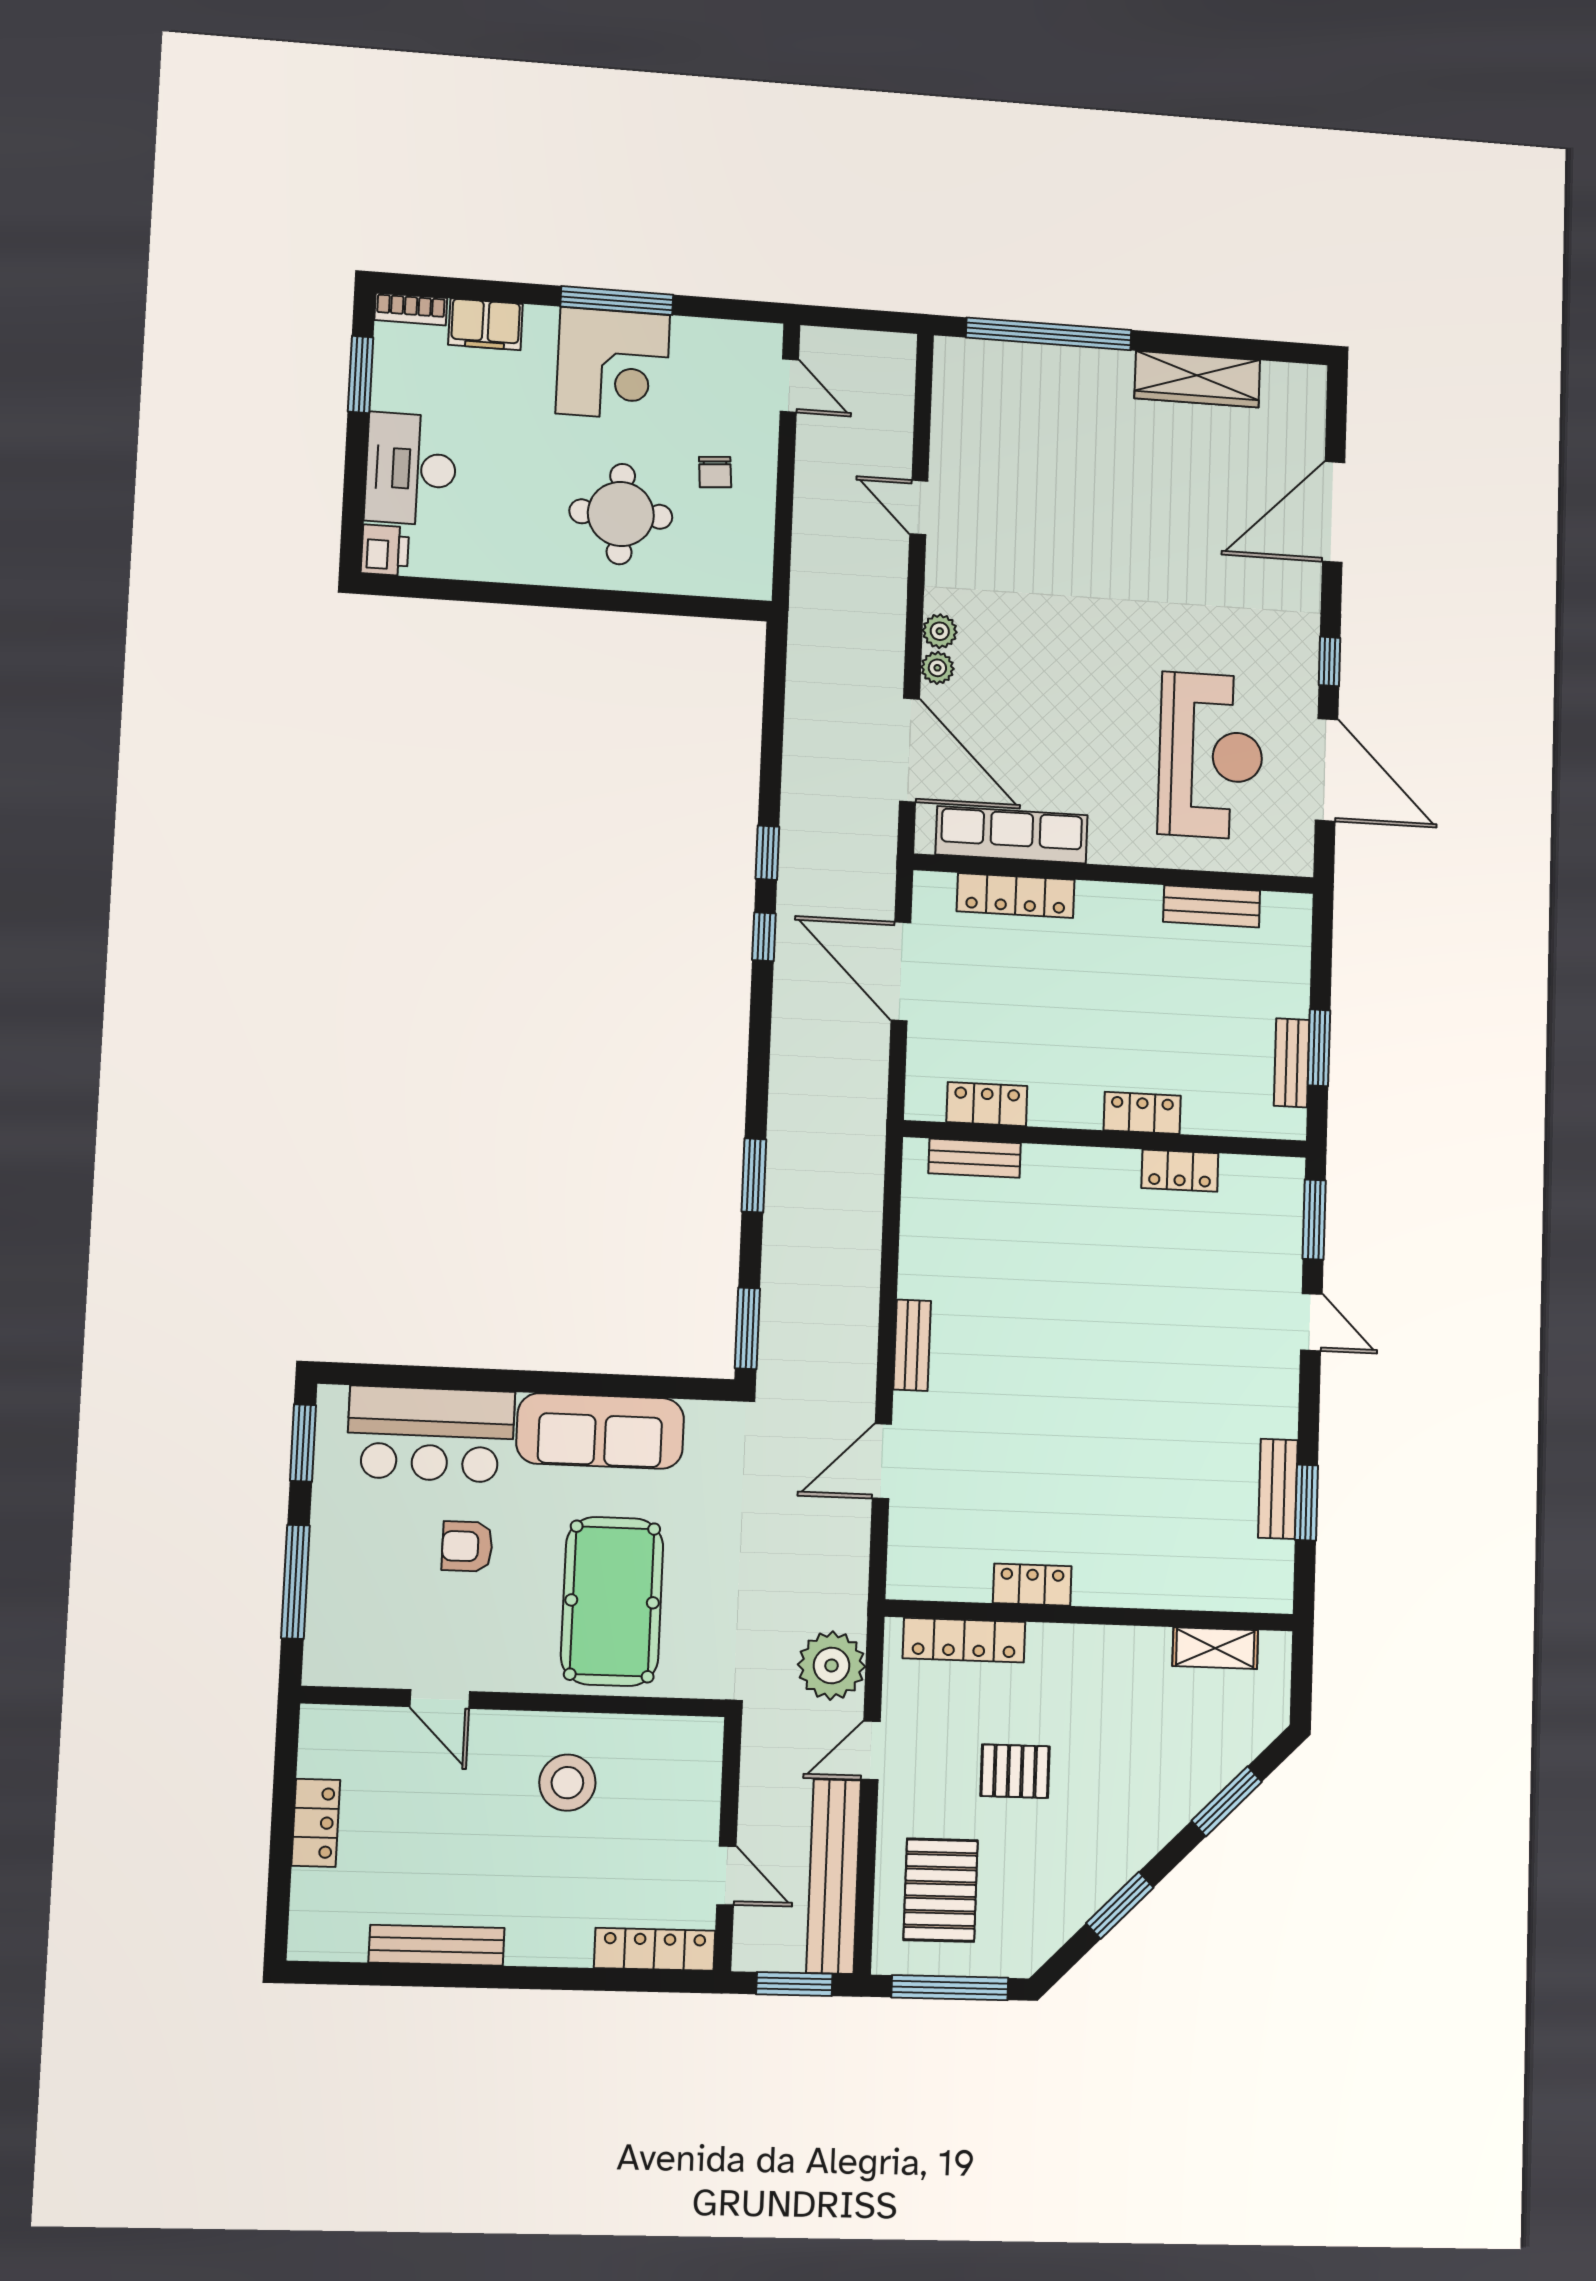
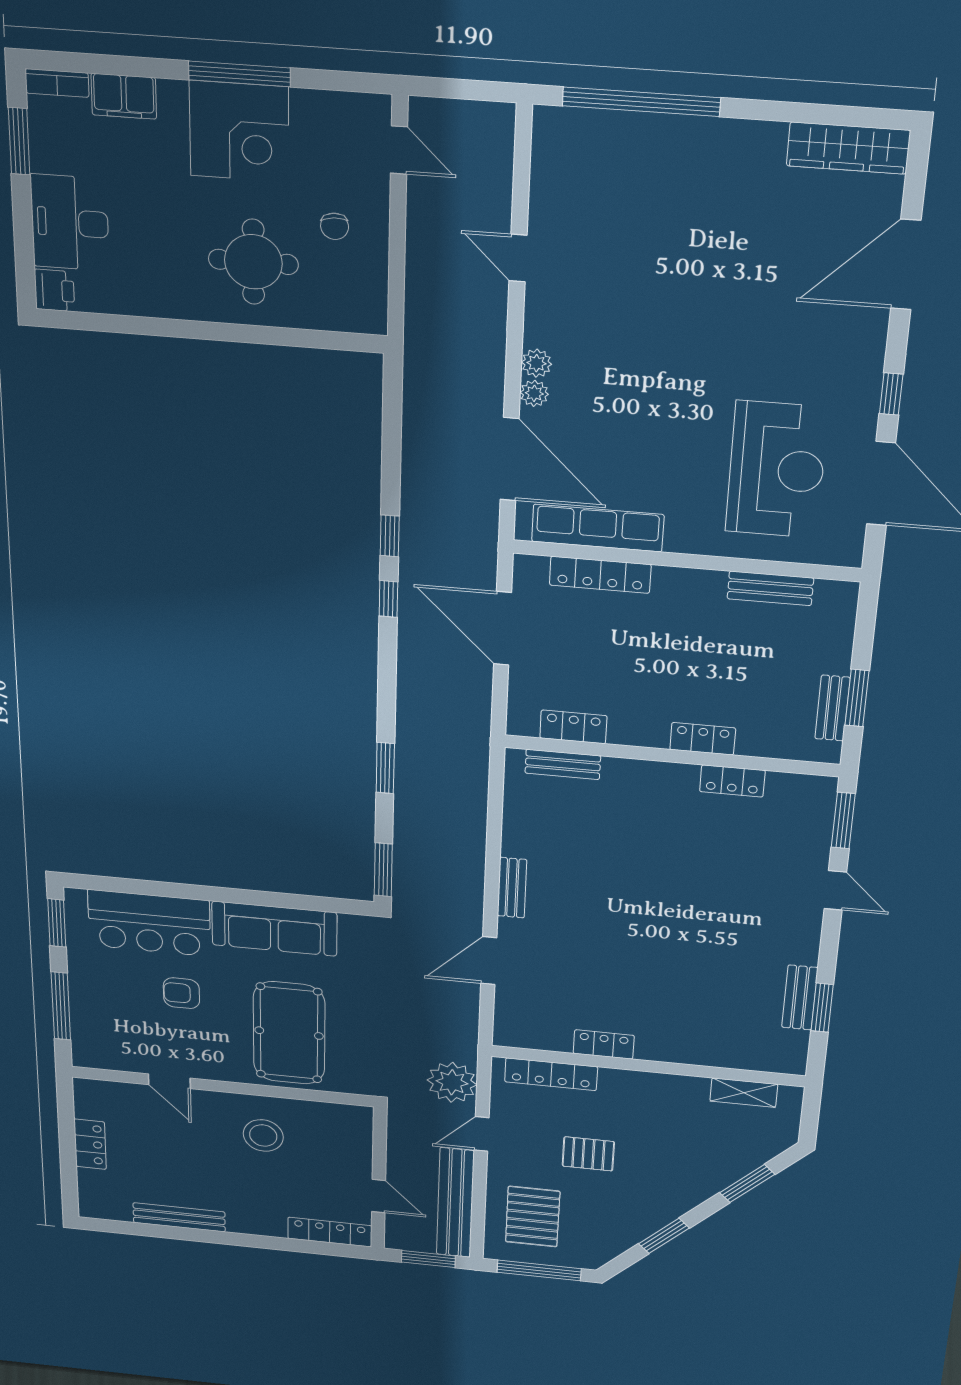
wardrobe: (1197, 379) -> (848, 148), moved

